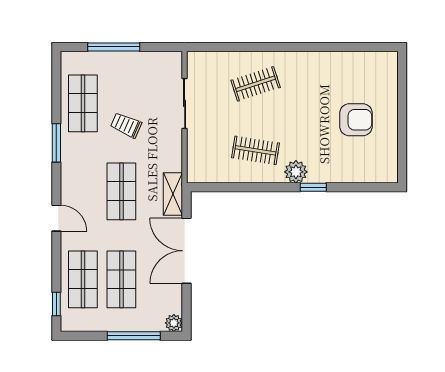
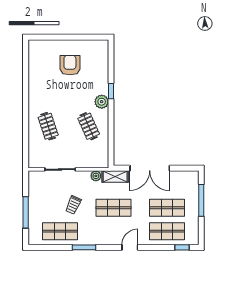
clothes rail: (256, 150) -> (89, 126), turned -33
plant: (174, 323) -> (96, 176), moved

